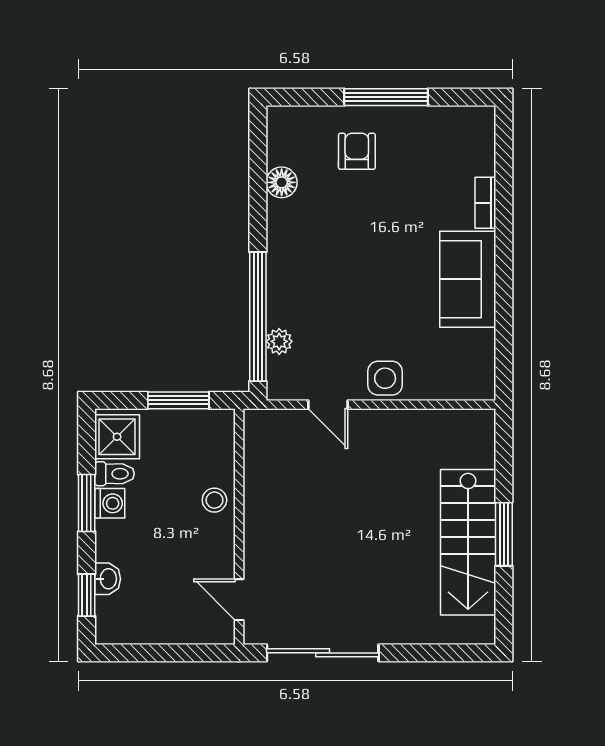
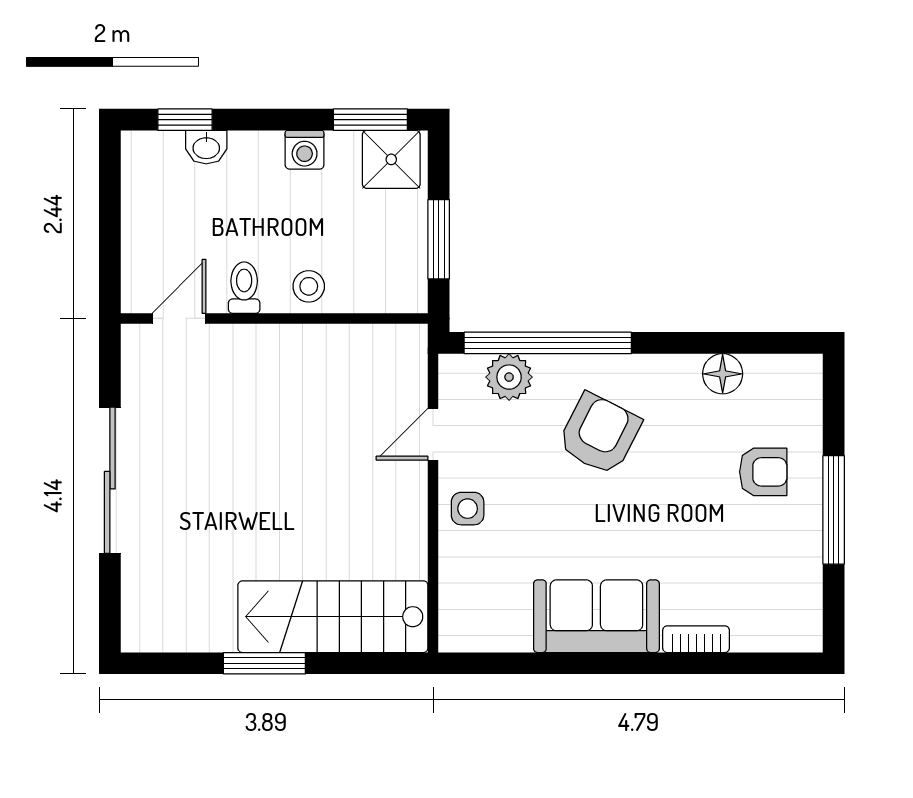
armchair: (328, 277) -> (599, 434), added
plant: (279, 341) -> (509, 377), width x1.38, depth x1.38
side table: (385, 378) -> (468, 509), width x0.73, depth x0.73
toilet: (114, 474) -> (244, 288), moved, turned 180
window: (87, 503) -> (370, 120), moved
stairs: (468, 542) -> (333, 617), moved
sliding door: (323, 653) -> (110, 480), moved

